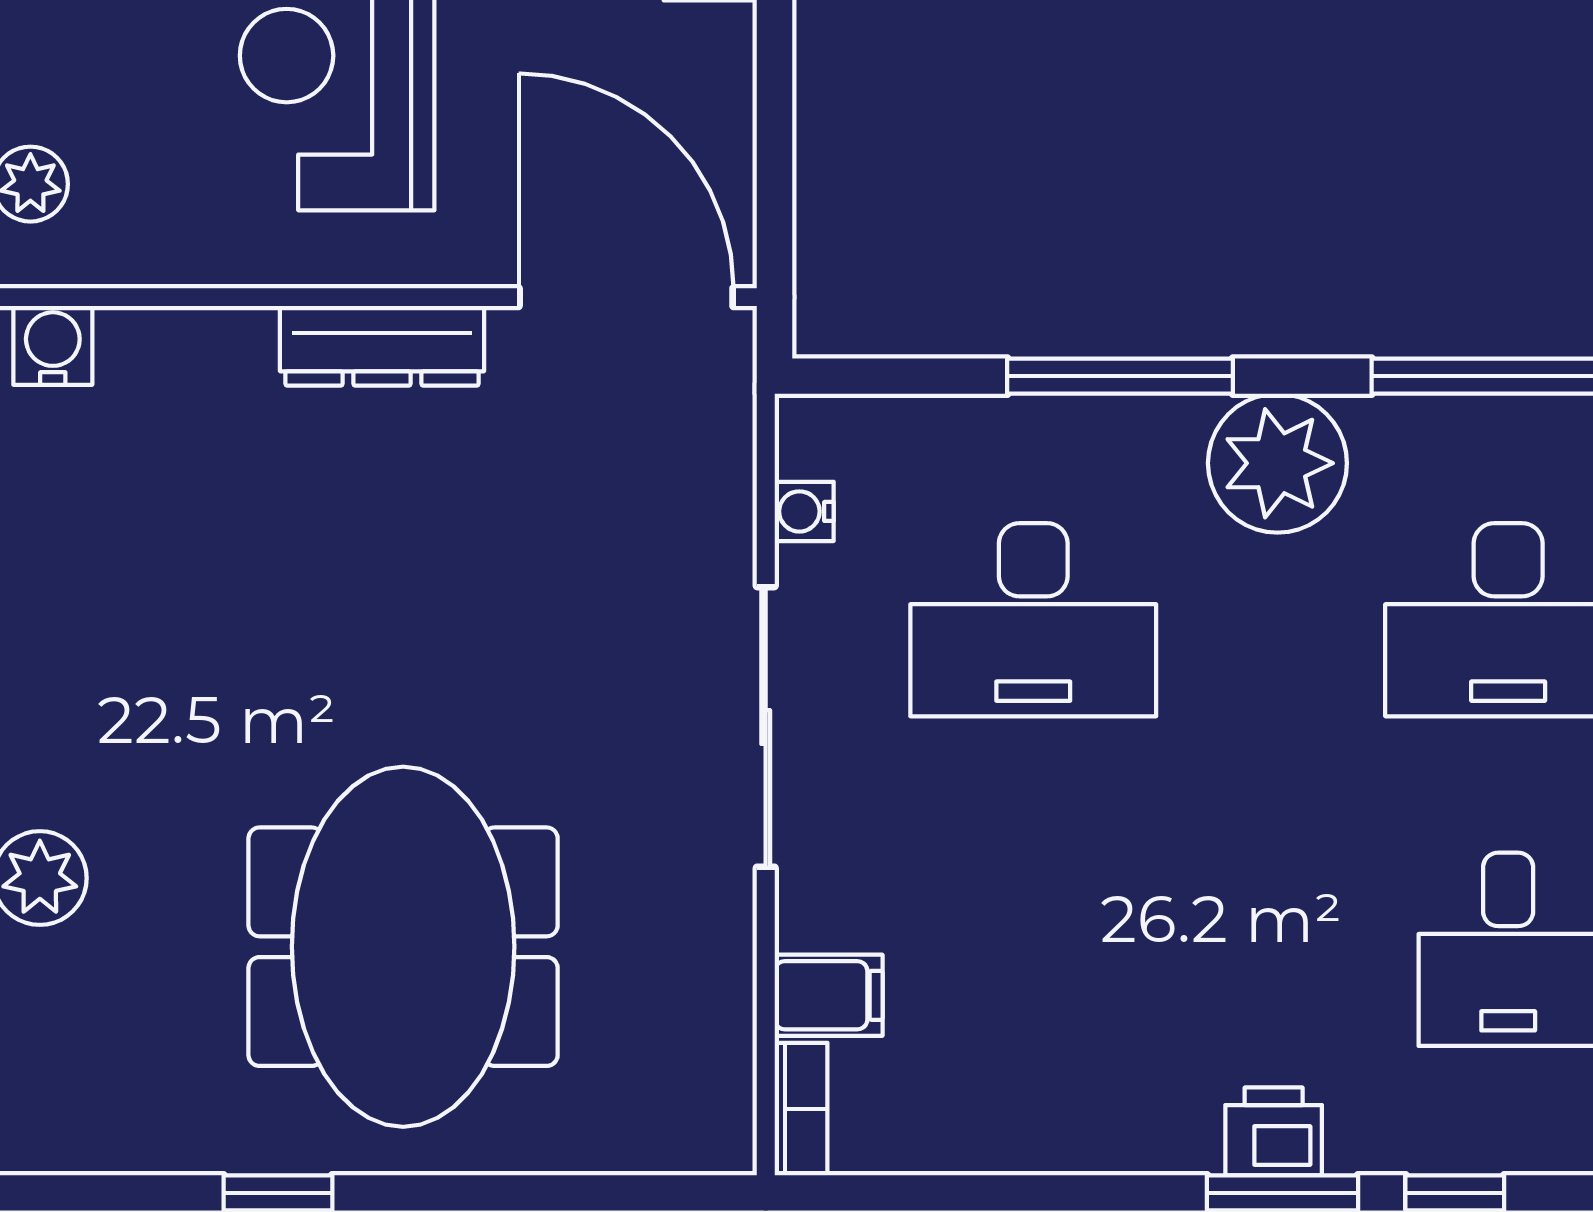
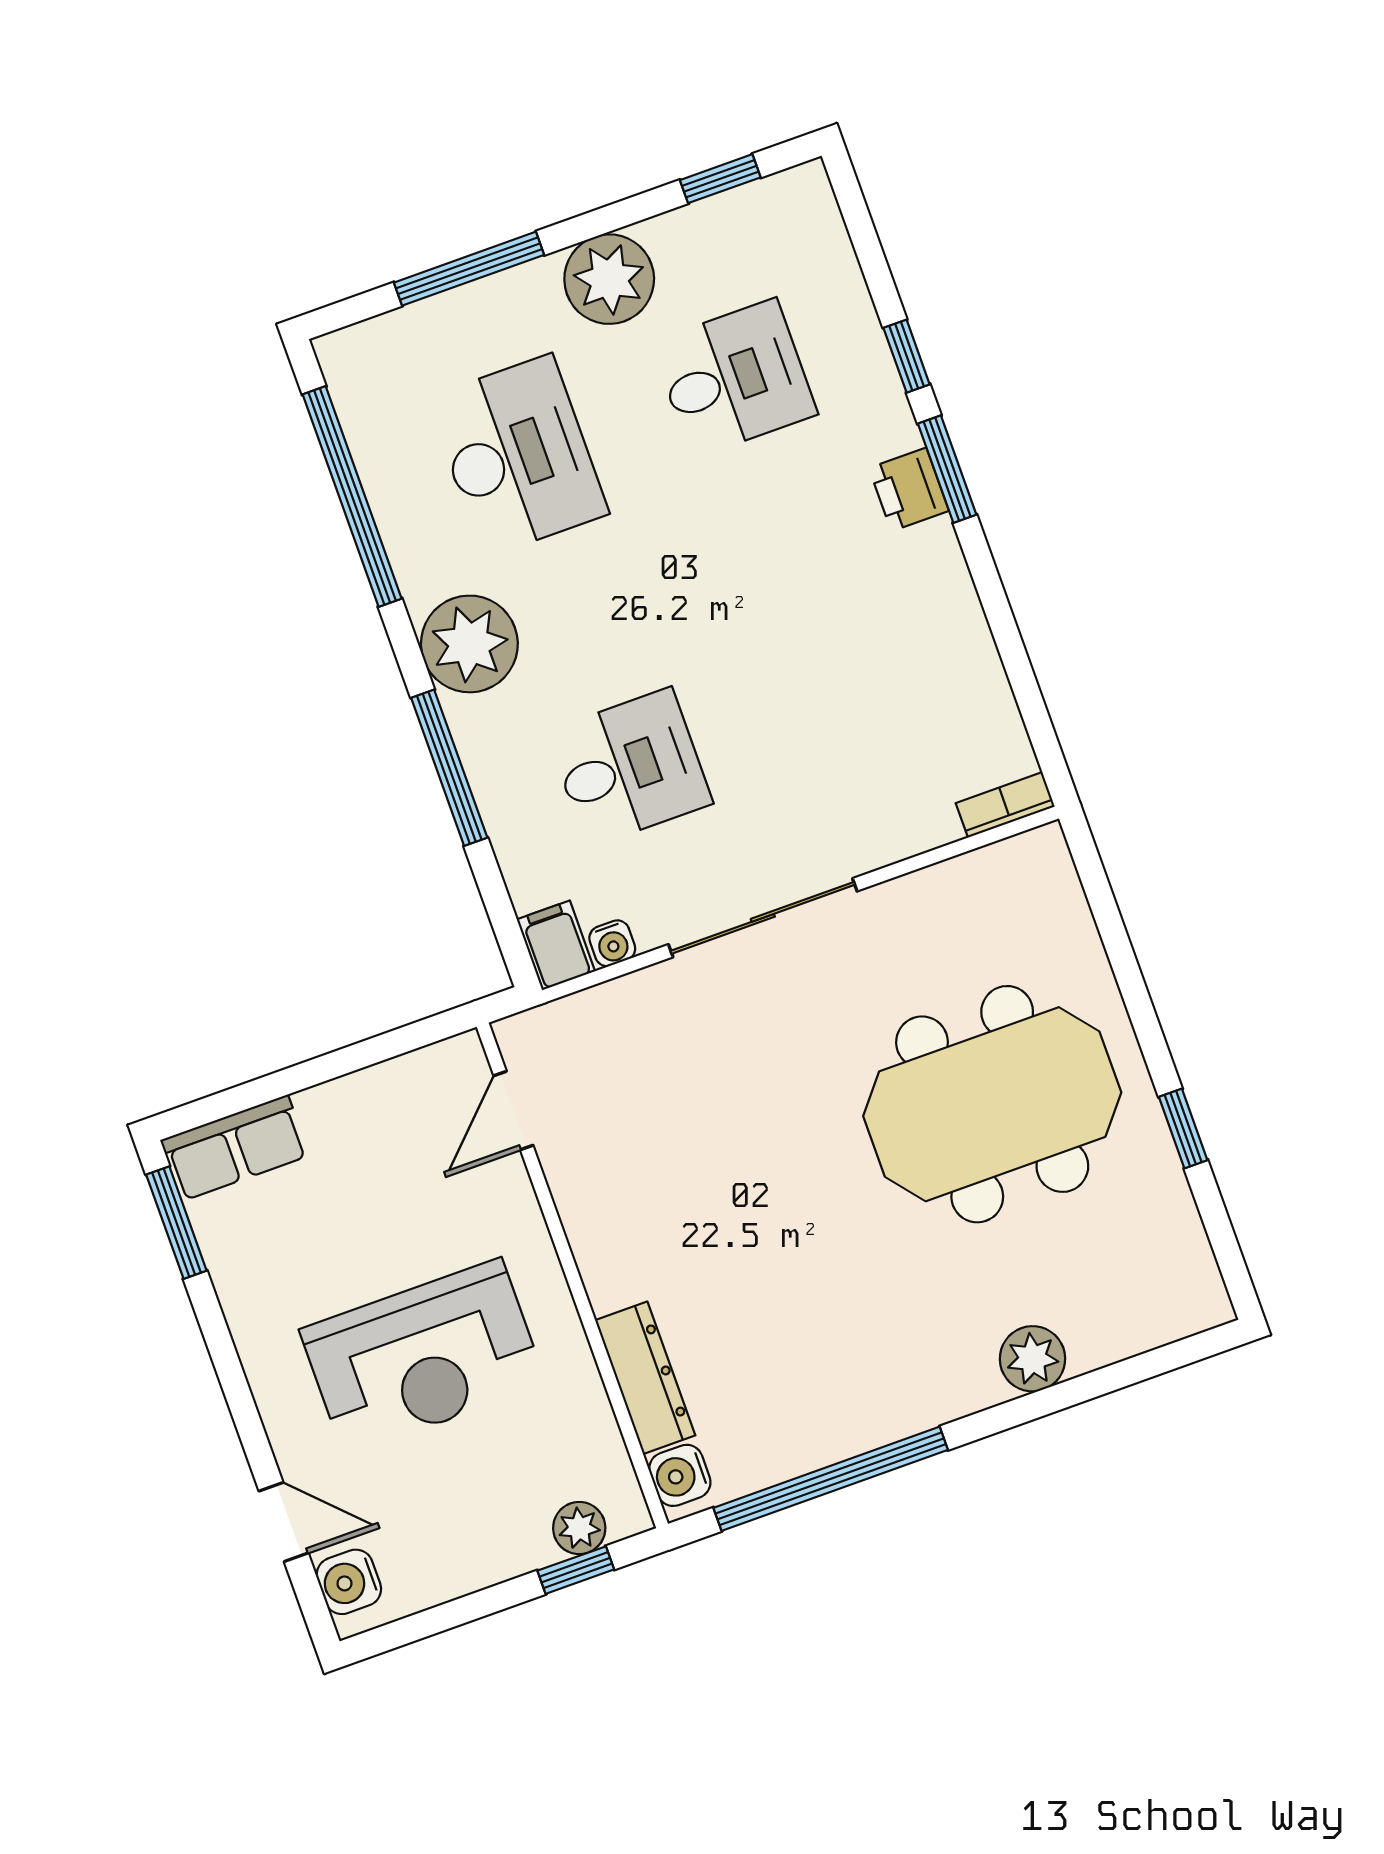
door: (626, 297) -> (513, 1111), width x0.53
dresser: (382, 346) -> (645, 1378), moved
desk: (1033, 620) -> (629, 767), width x0.73
filing cabinet: (829, 995) -> (556, 945), moved

